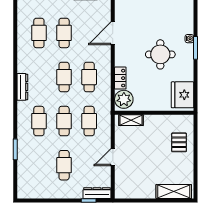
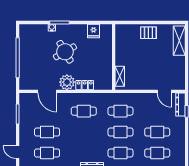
round table: (160, 54) -> (65, 52), turned -30
cafe table: (64, 77) -> (157, 153), moved
fridge: (183, 95) -> (93, 31), width x0.53, depth x0.75
plant: (124, 99) -> (67, 82), moved
pallet: (179, 142) -> (148, 33), moved
door: (113, 157) -> (164, 91), moved

